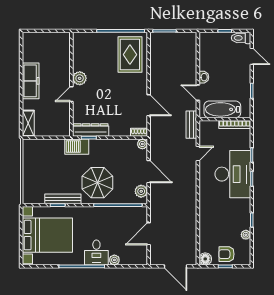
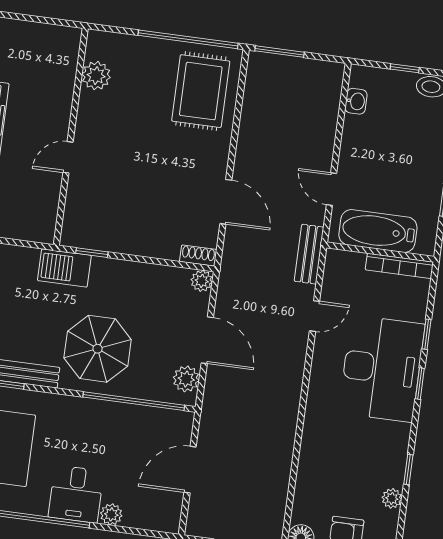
washbasin: (204, 77) -> (356, 101), moved
plant: (80, 78) -> (96, 76), moved
dresser: (91, 130) -> (98, 237), removed

